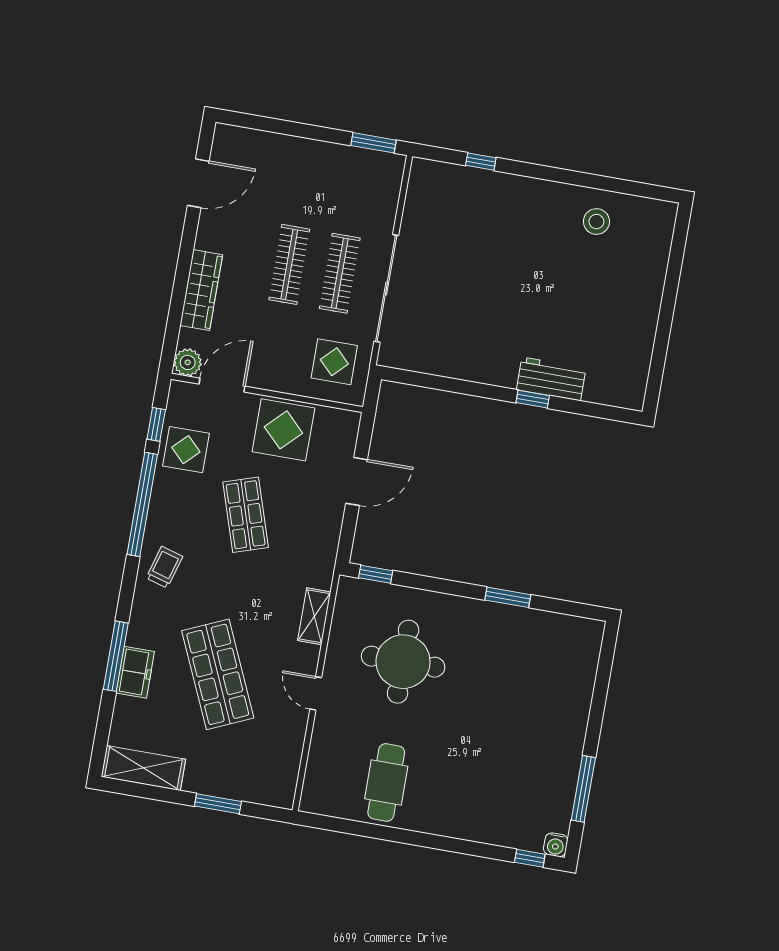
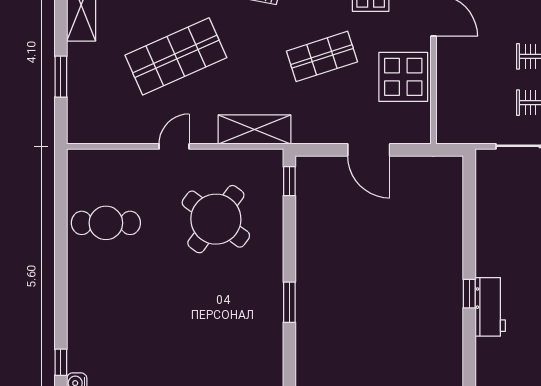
display table: (334, 362) -> (472, 111), removed
shelving: (314, 616) -> (255, 130), width x1.50, depth x1.33
round table: (403, 662) -> (216, 219), turned 37

